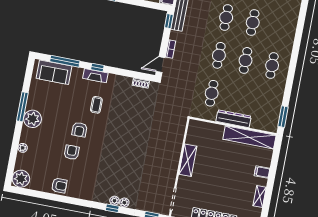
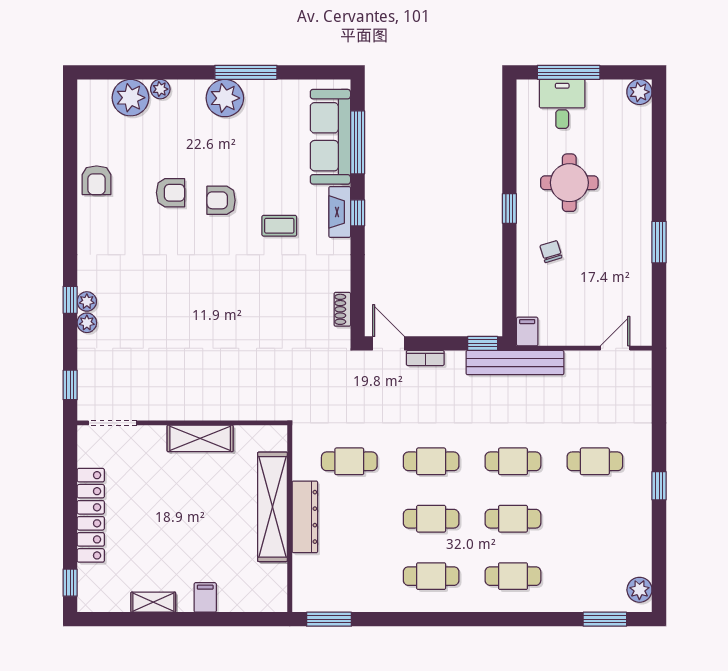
cafe table: (279, 28) -> (513, 576), added
sofa: (54, 72) -> (330, 137), width x1.36
shelving: (249, 137) -> (273, 507), moved
plant: (21, 179) -> (130, 98), moved

